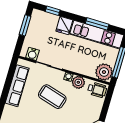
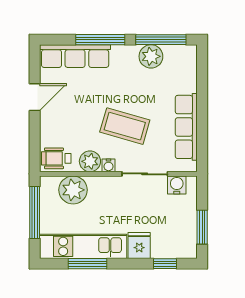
plant: (104, 72) -> (73, 190), moved

